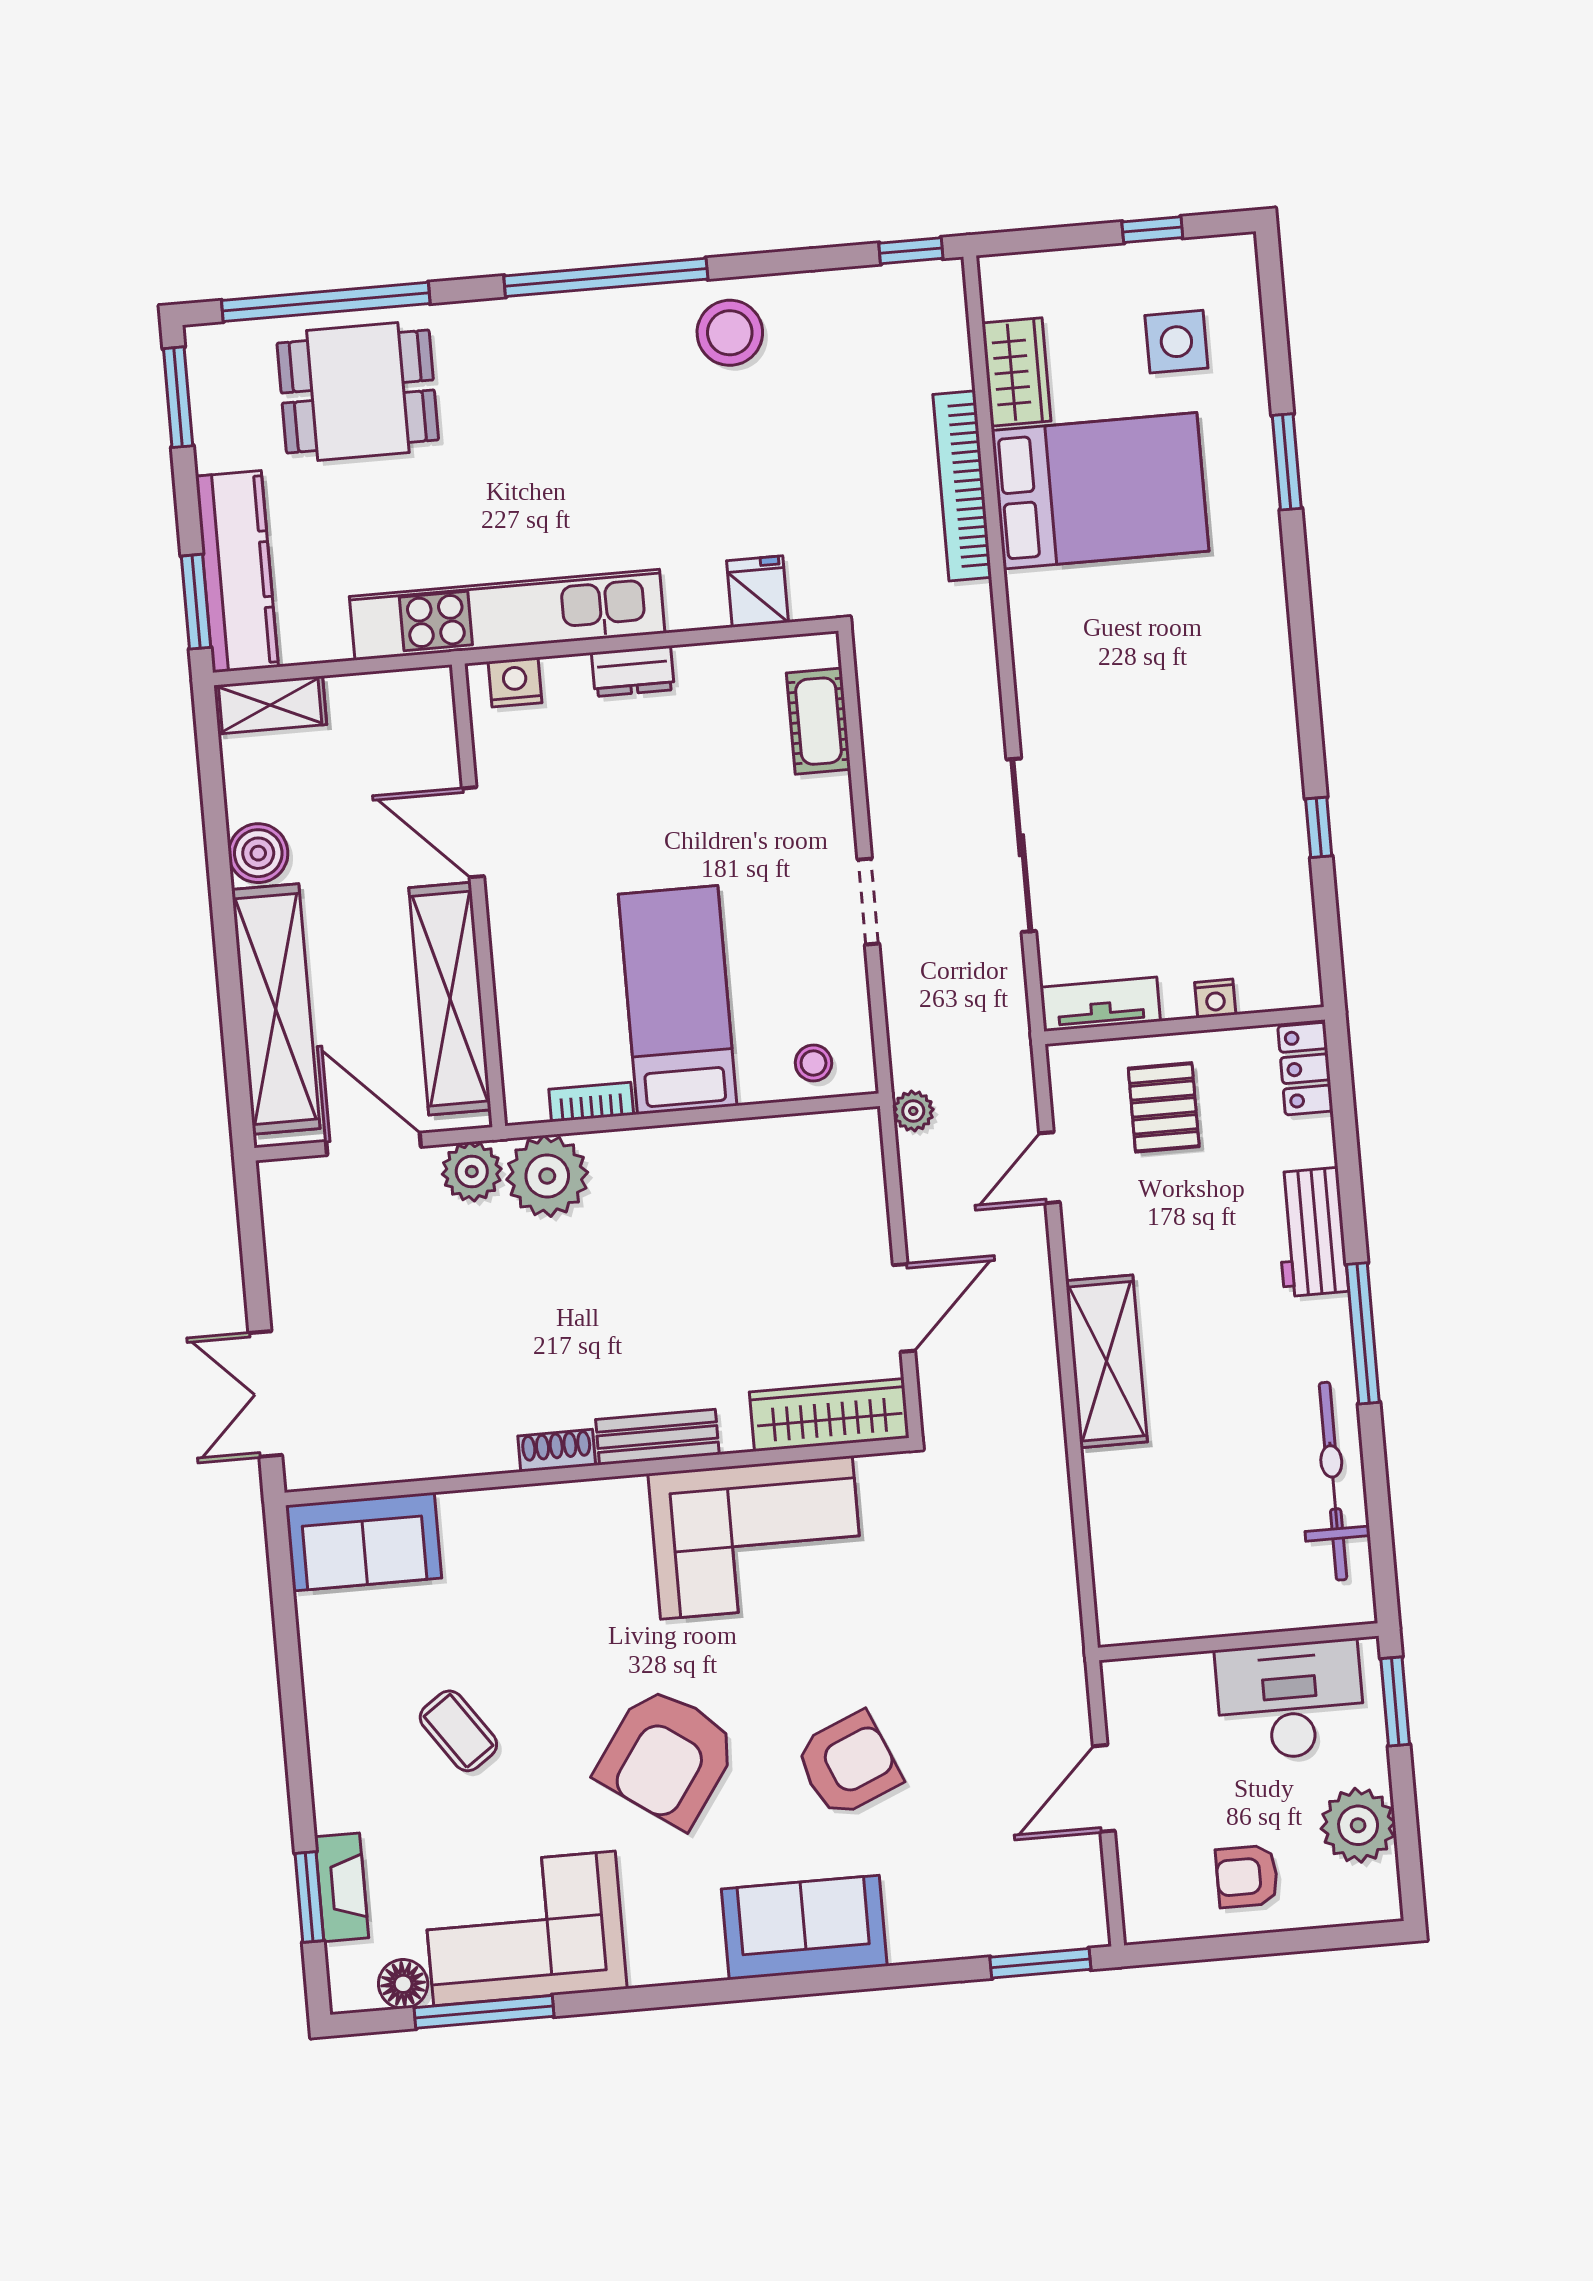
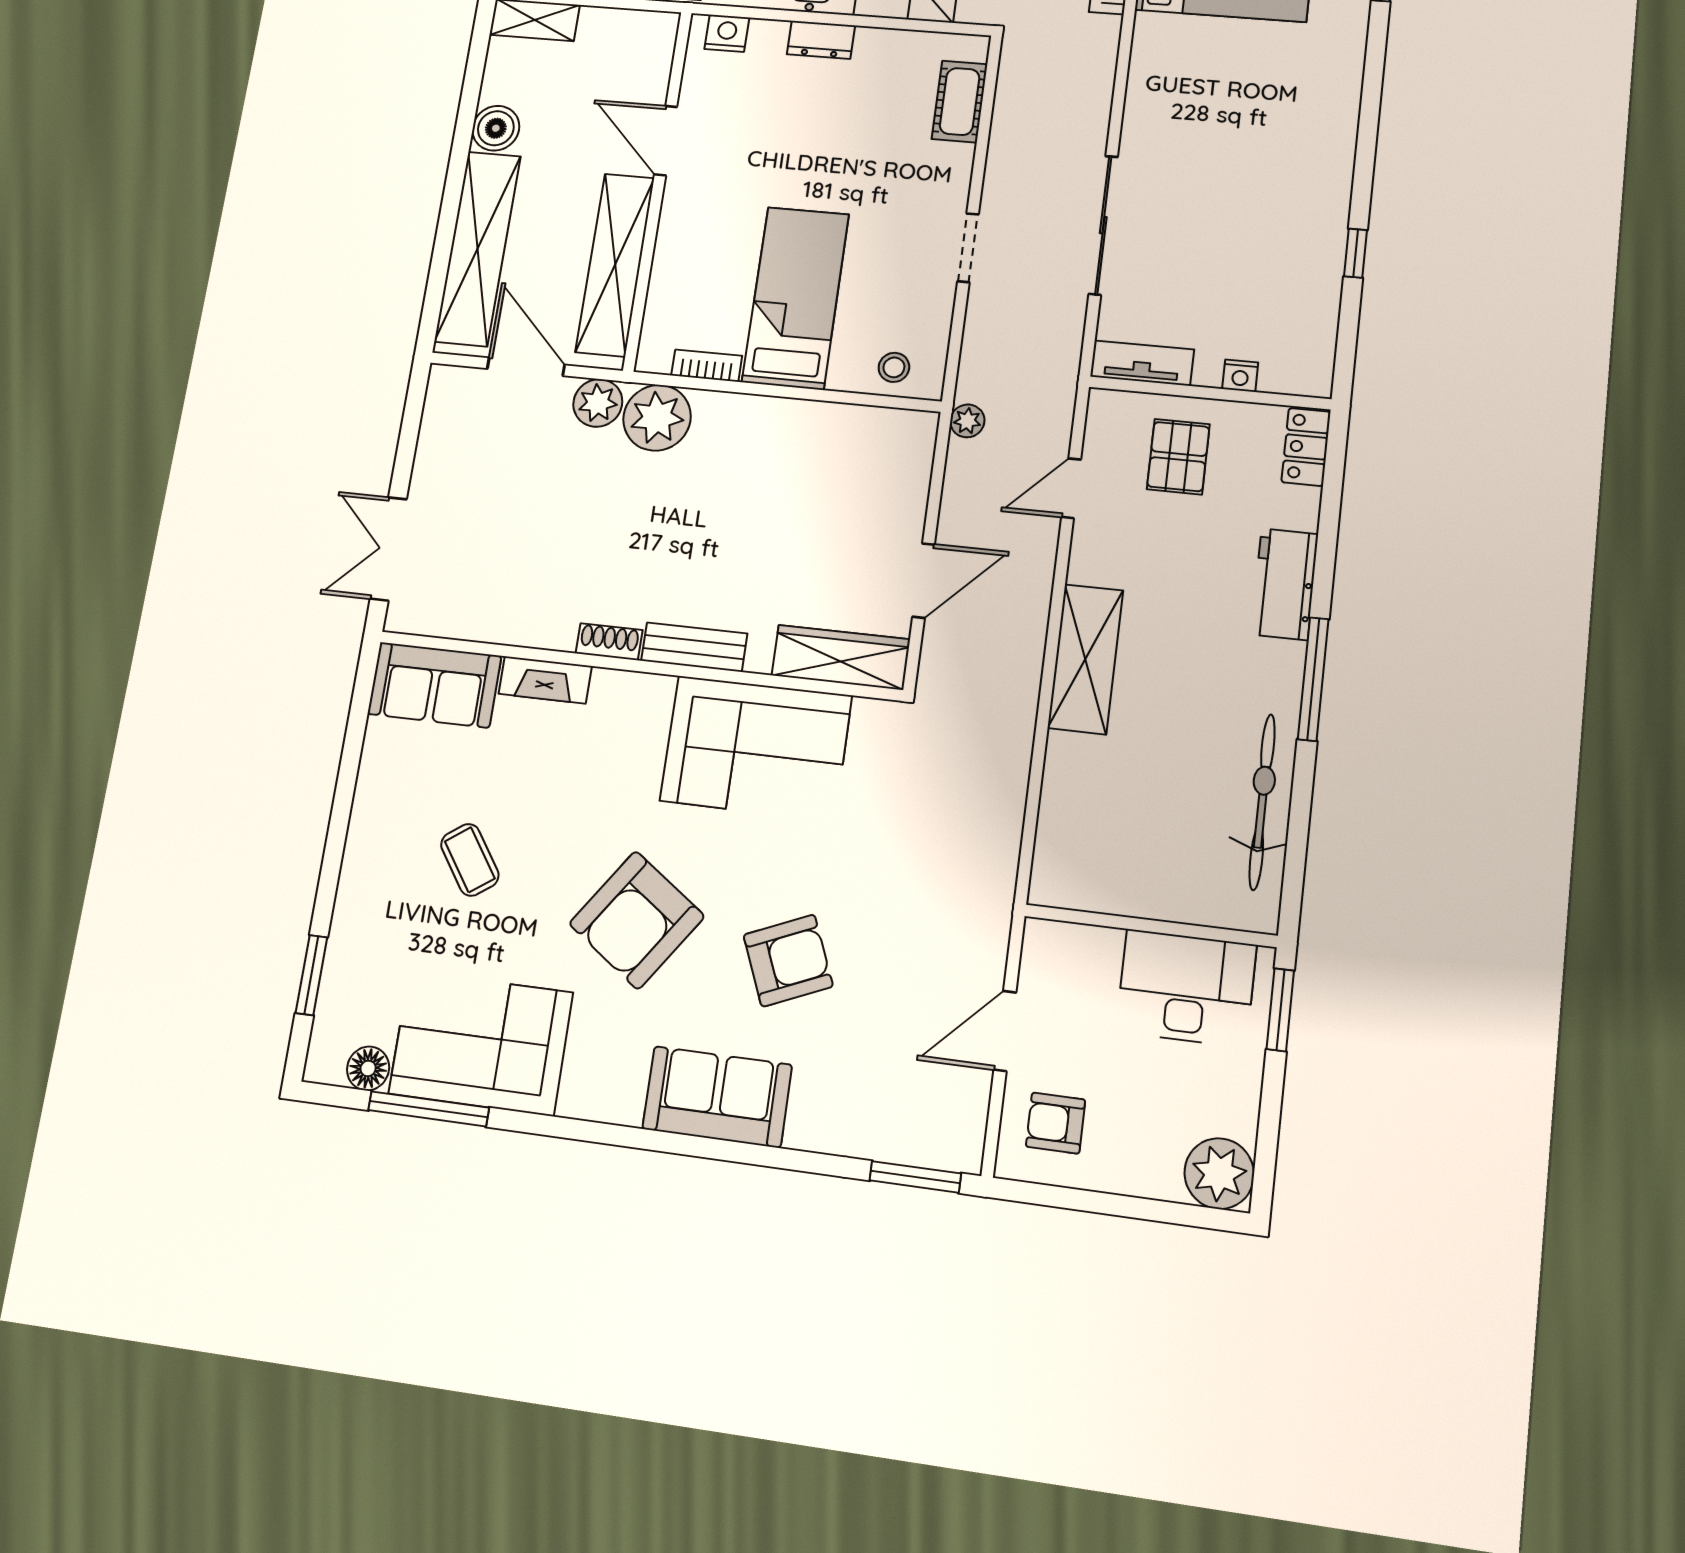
plant: (1358, 1825) -> (1219, 1174), moved
armchair: (1247, 1876) -> (1056, 1123), moved
fireplace: (342, 1887) -> (545, 680), moved, turned 90

